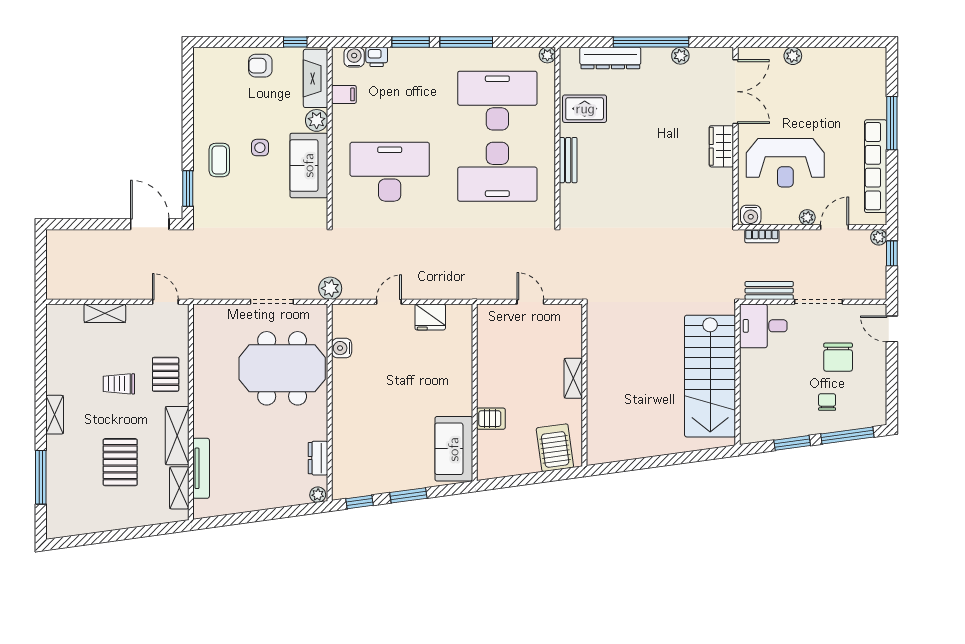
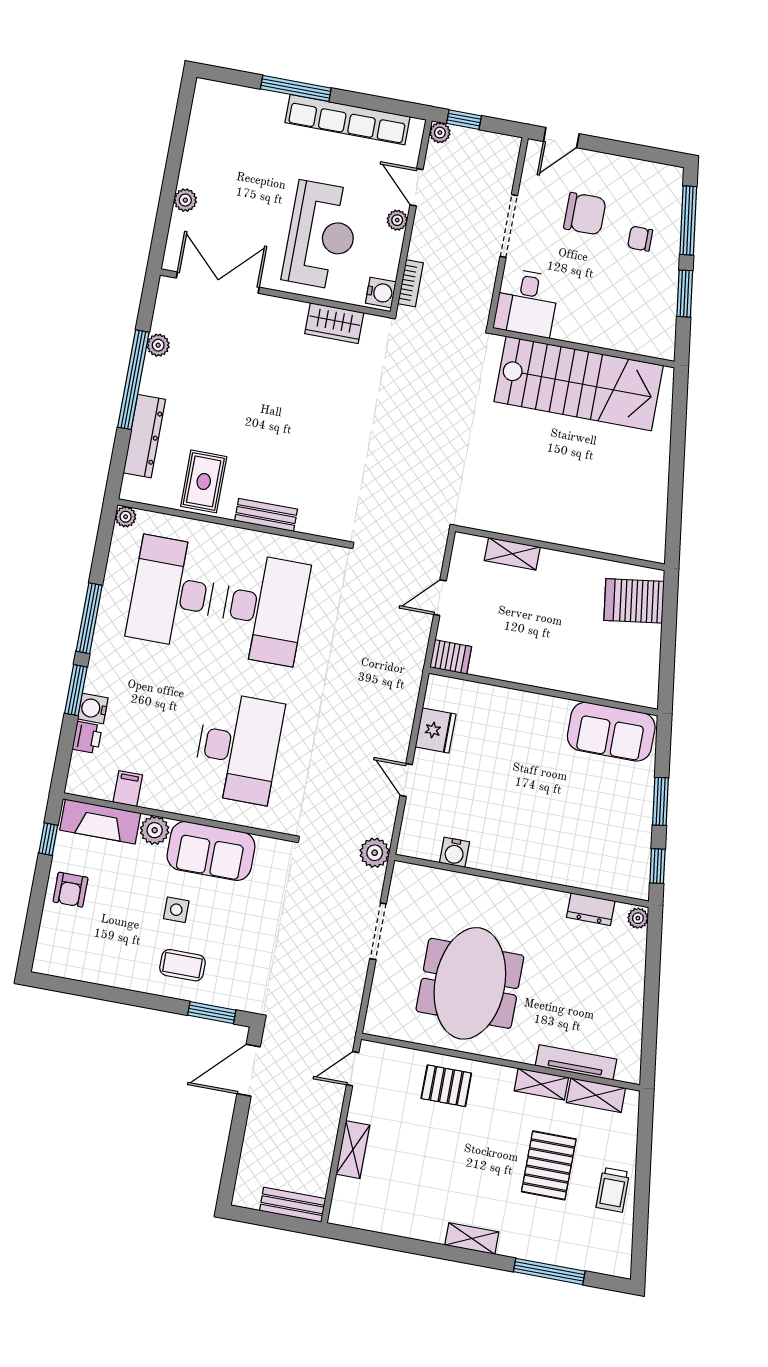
water cooler: (354, 57) -> (93, 708), moved
wardrobe: (721, 146) -> (334, 323), moved
desk: (390, 172) -> (238, 748), turned 180
bench: (769, 291) -> (293, 1205), moved, turned 90
meeting table: (282, 368) -> (470, 983), moved
shelving: (573, 378) -> (512, 554), moved
trolley: (119, 384) -> (613, 1190), moved
server rack: (491, 419) -> (451, 657), moved, turned 90
shelving: (177, 436) -> (541, 1084), width x0.67, depth x0.75
pallet: (120, 462) -> (549, 1165), turned 90

